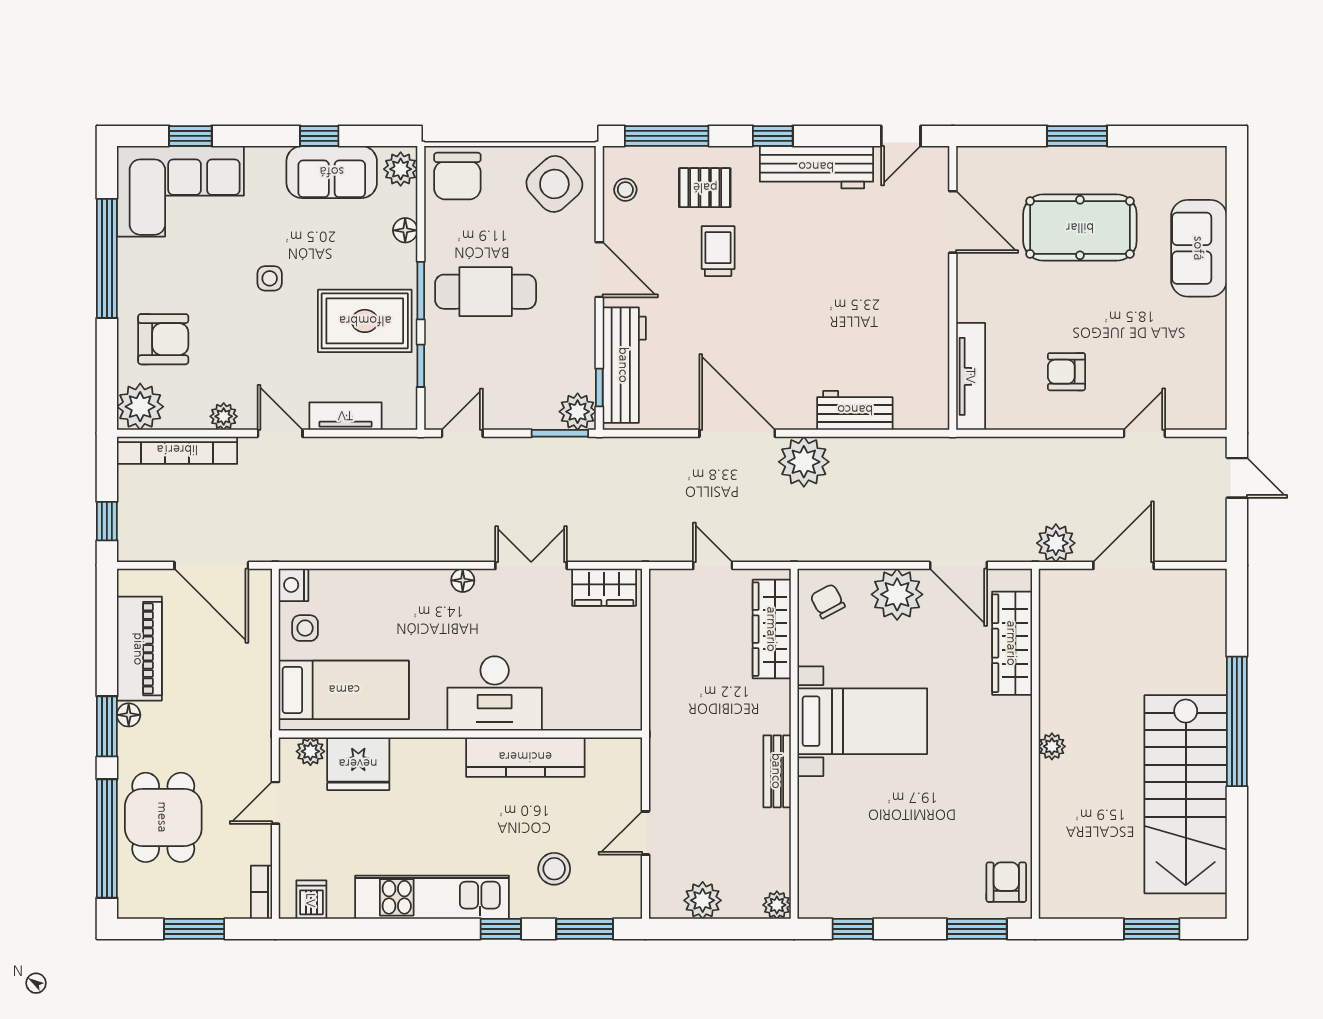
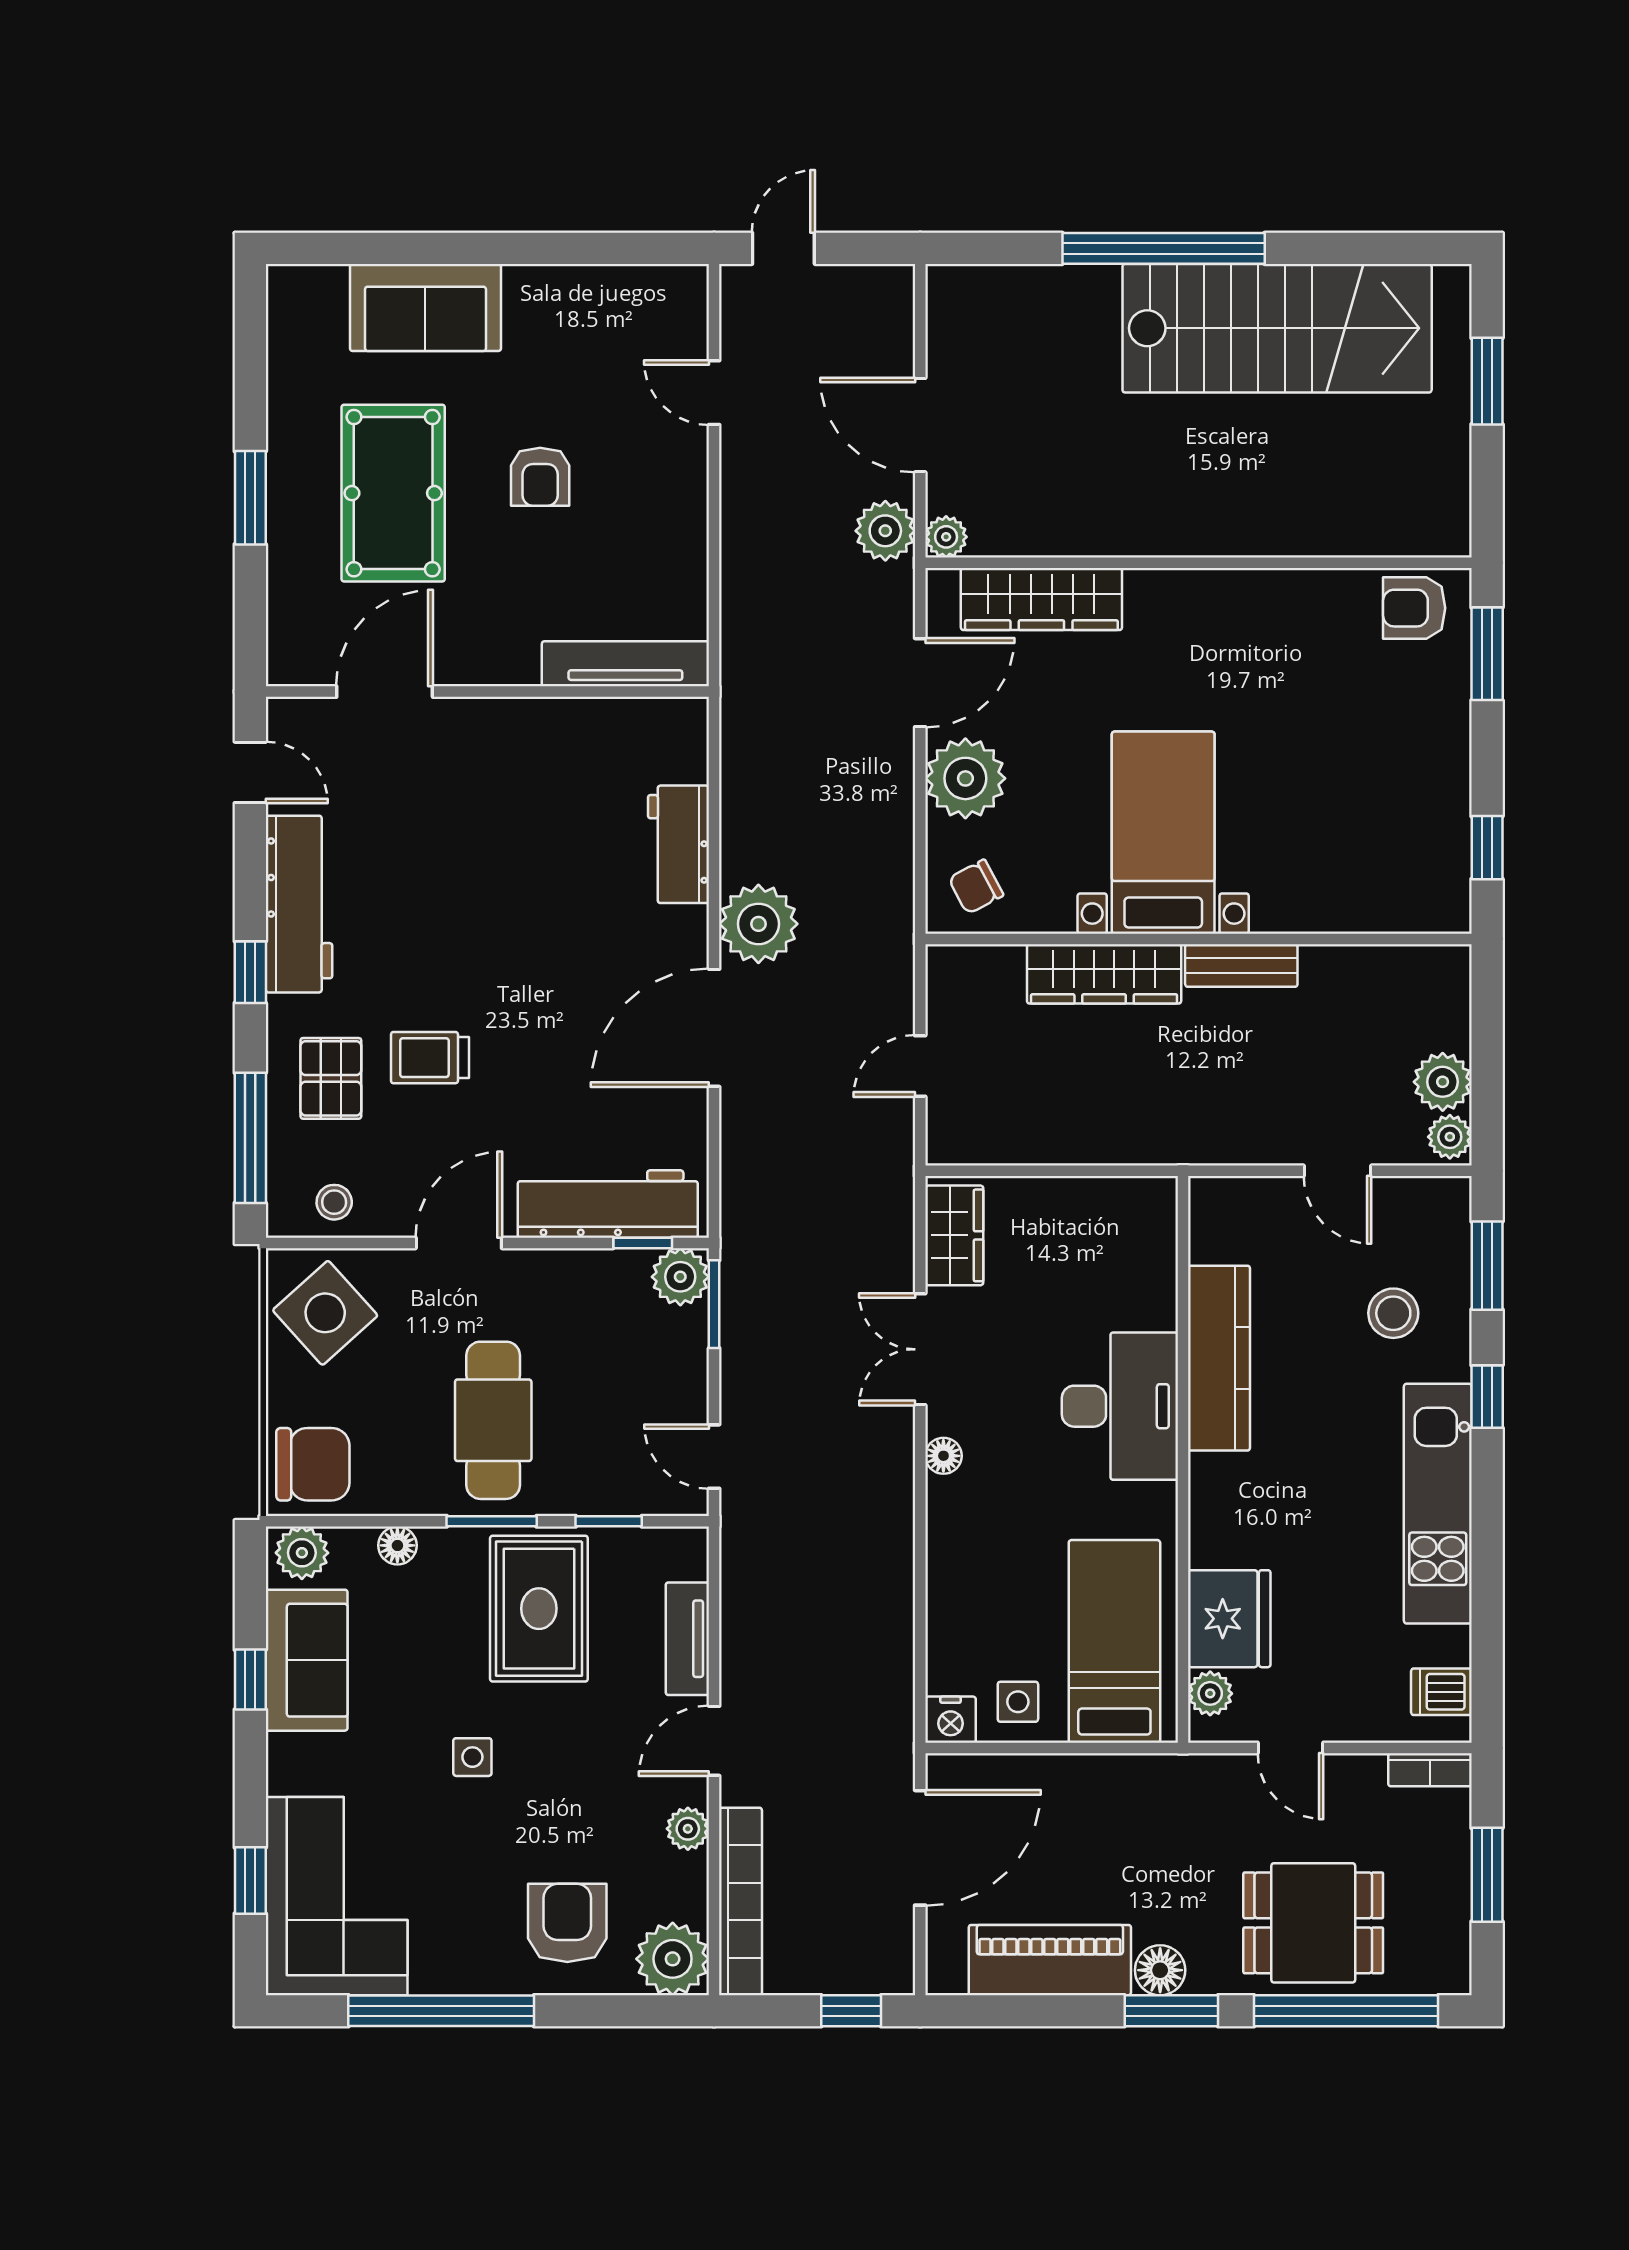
armchair: (1066, 372) -> (540, 477), moved
wardrobe: (772, 629) -> (1104, 974), moved
floor lamp: (129, 715) -> (1160, 1970), width x1.37, depth x1.37
plant: (1052, 746) -> (946, 537), moved
plant: (777, 905) -> (1450, 1137), moved

